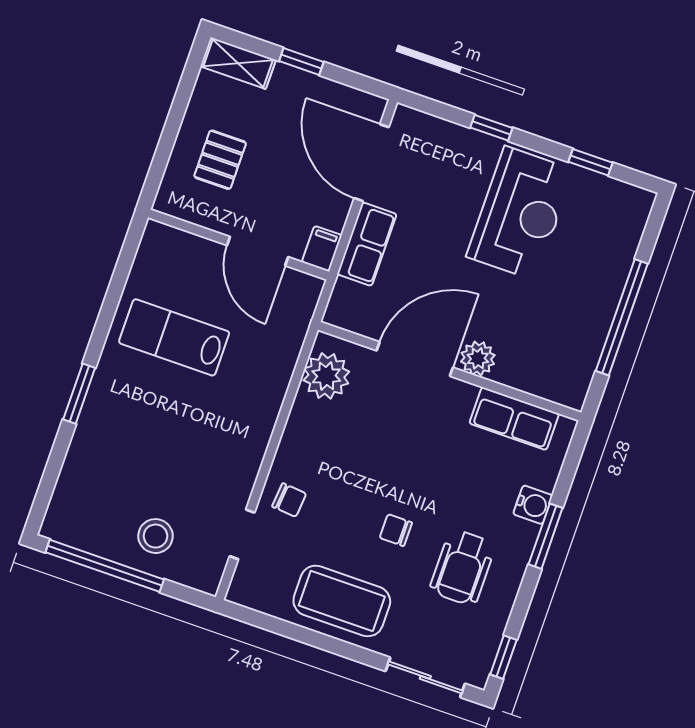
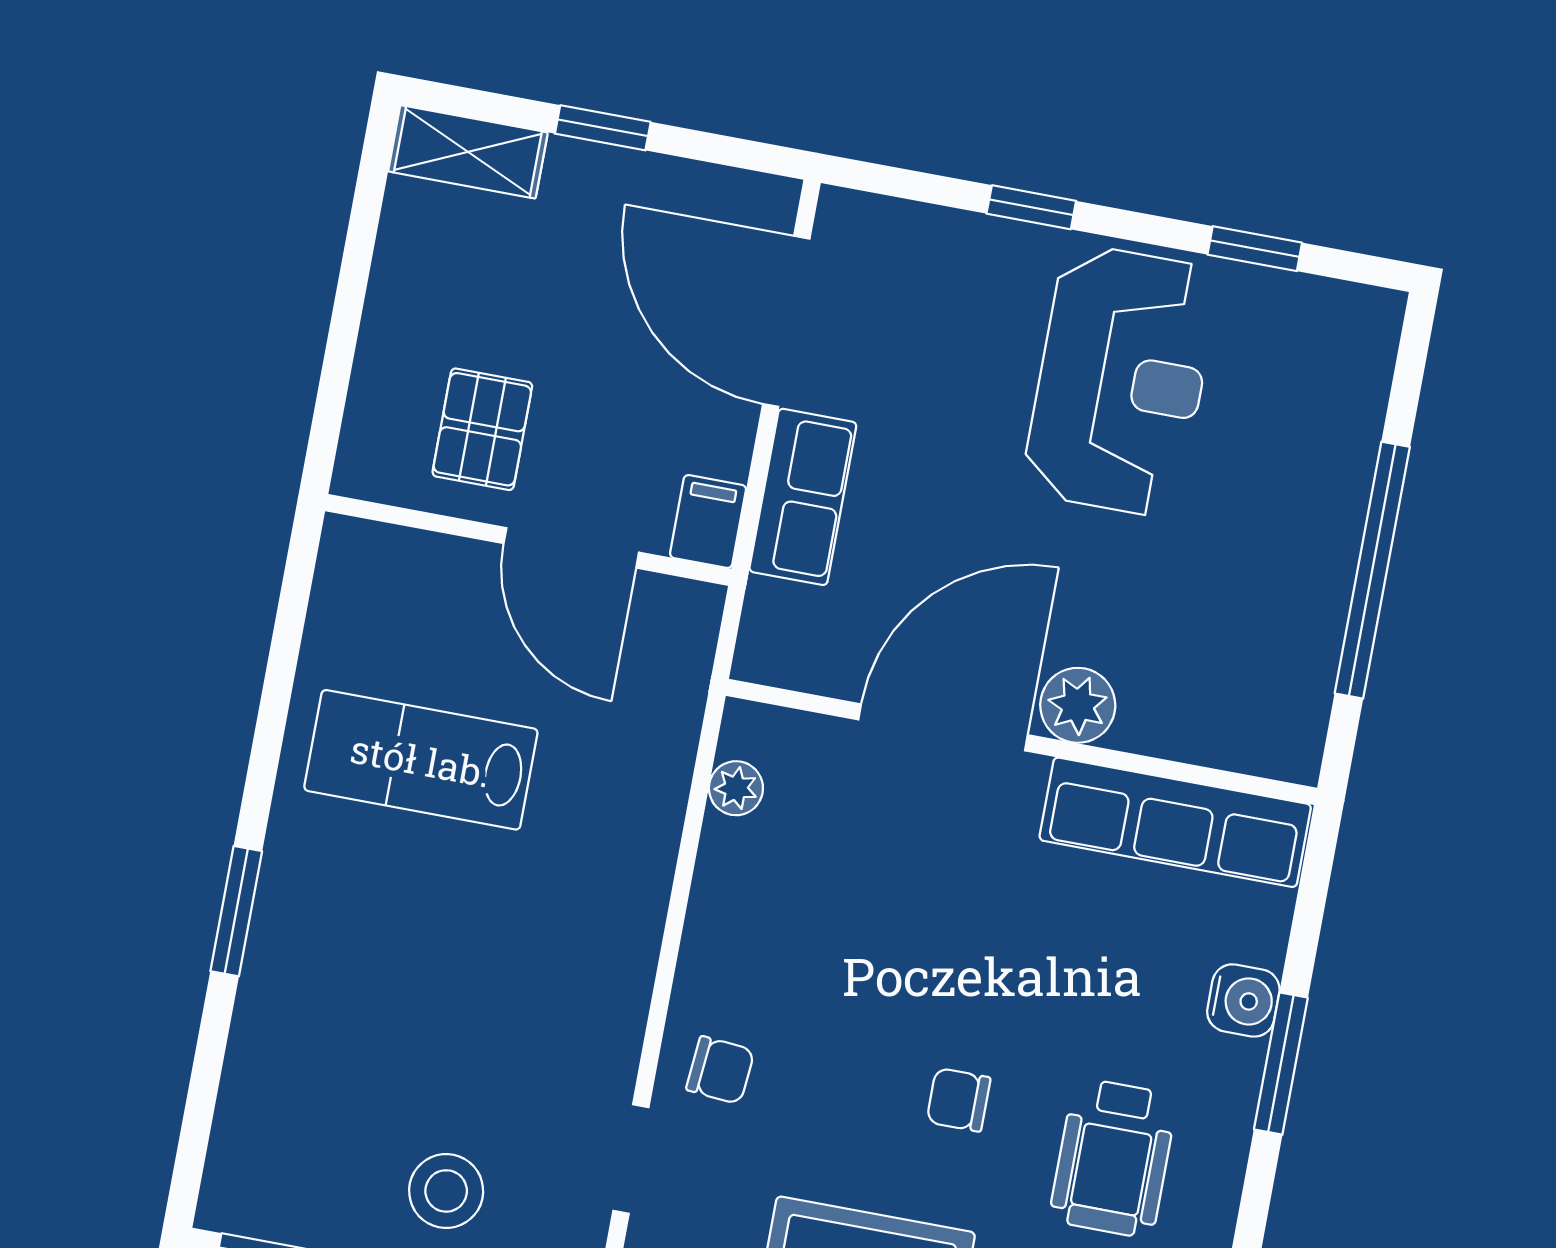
pallet: (220, 160) -> (482, 429), moved
plant: (326, 376) -> (736, 788), width x0.53, depth x0.53
row of seats: (514, 419) -> (1175, 822), width x1.48

